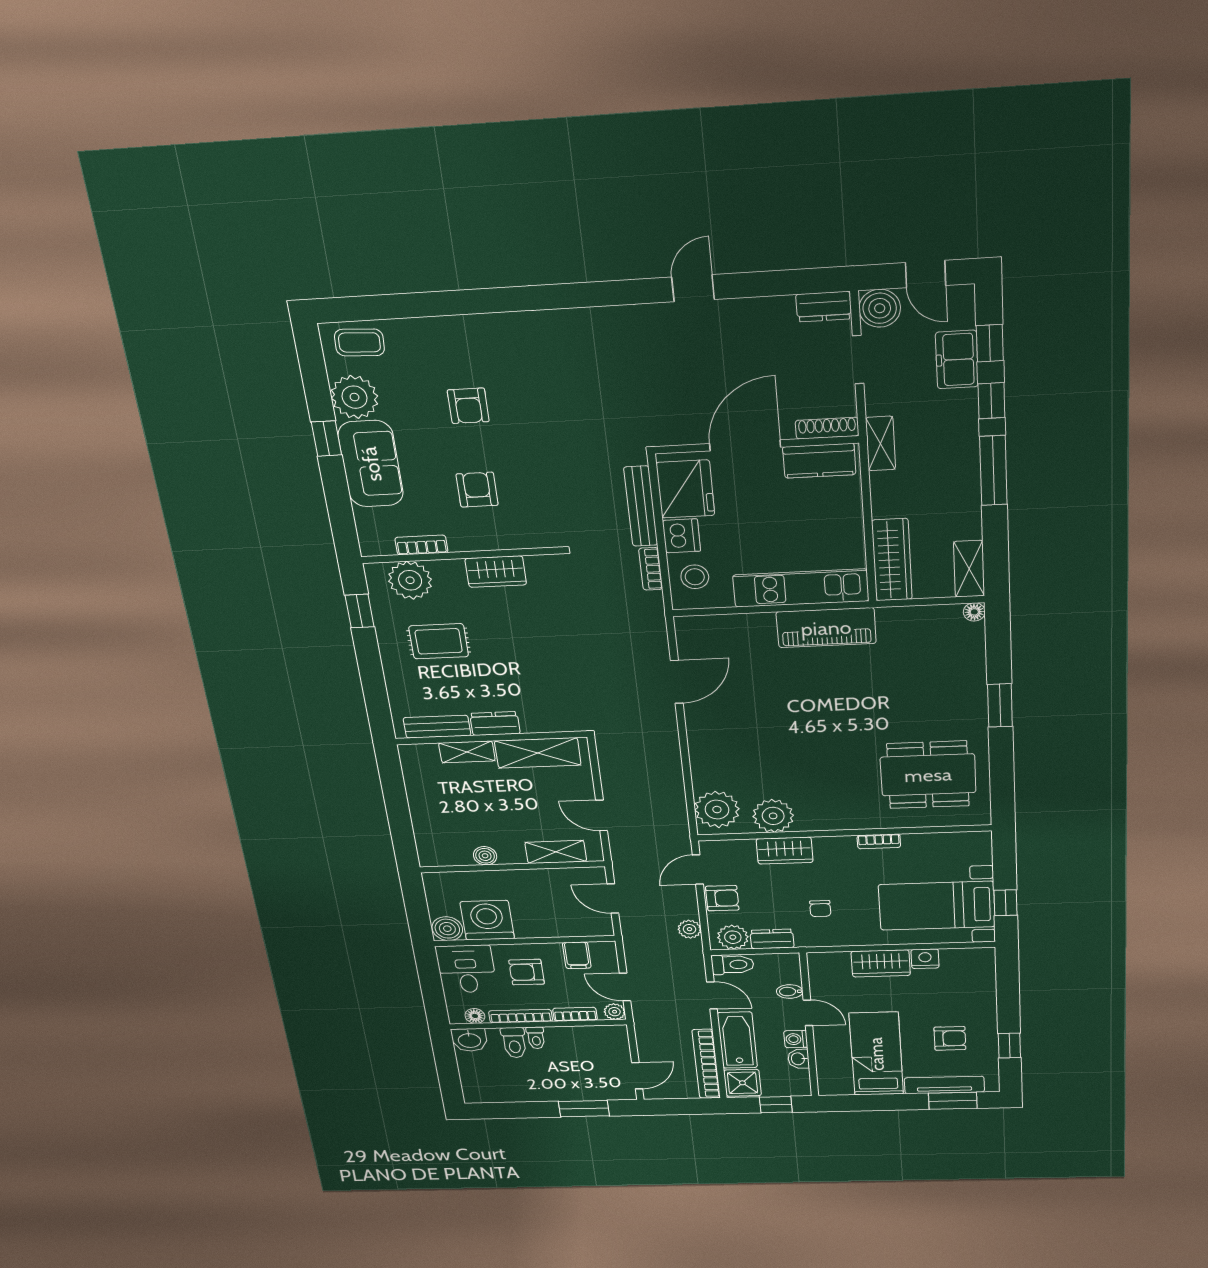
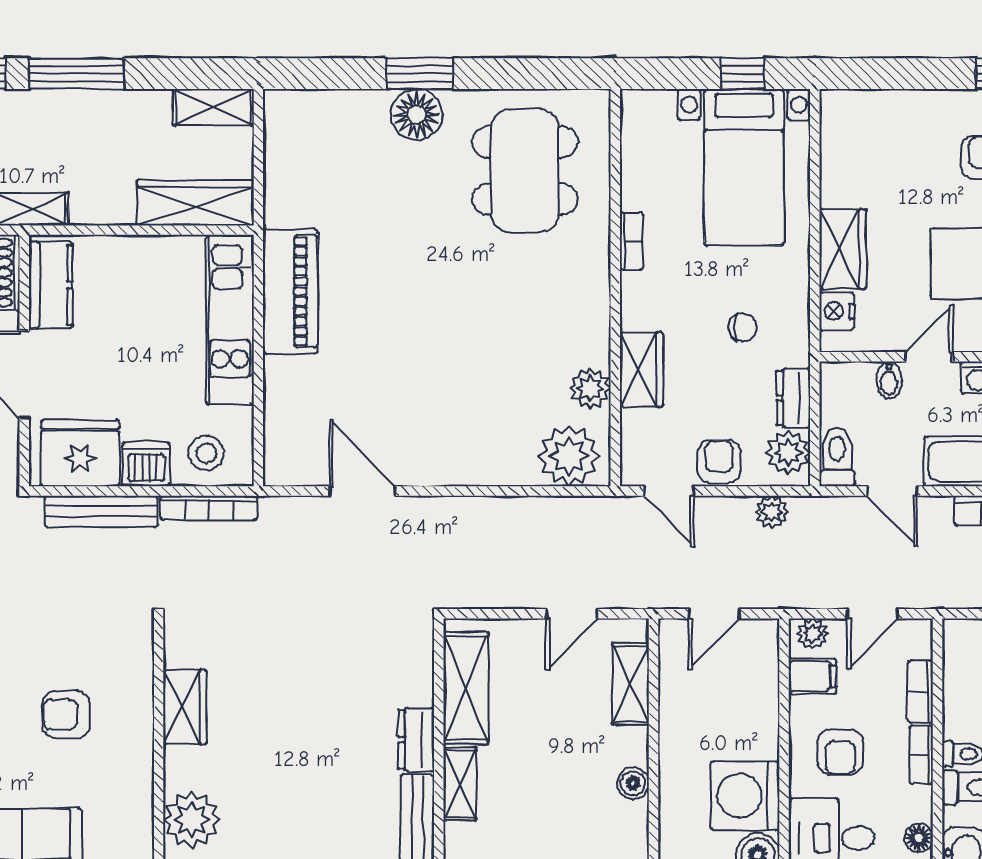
bookcase: (421, 545) -> (141, 797), removed
bookcase: (651, 569) -> (209, 508), width x1.56
floor lamp: (974, 612) -> (417, 115), moved, width x1.89, depth x1.89
rug: (439, 641) -> (285, 796), removed
plant: (773, 816) -> (590, 388), width x0.73, depth x0.73
nightstand: (925, 959) -> (837, 311), moved
door: (712, 995) -> (892, 491), swing flipped
plant: (615, 1012) -> (813, 634), moved
bookcase: (521, 1016) -> (921, 755), width x0.64

